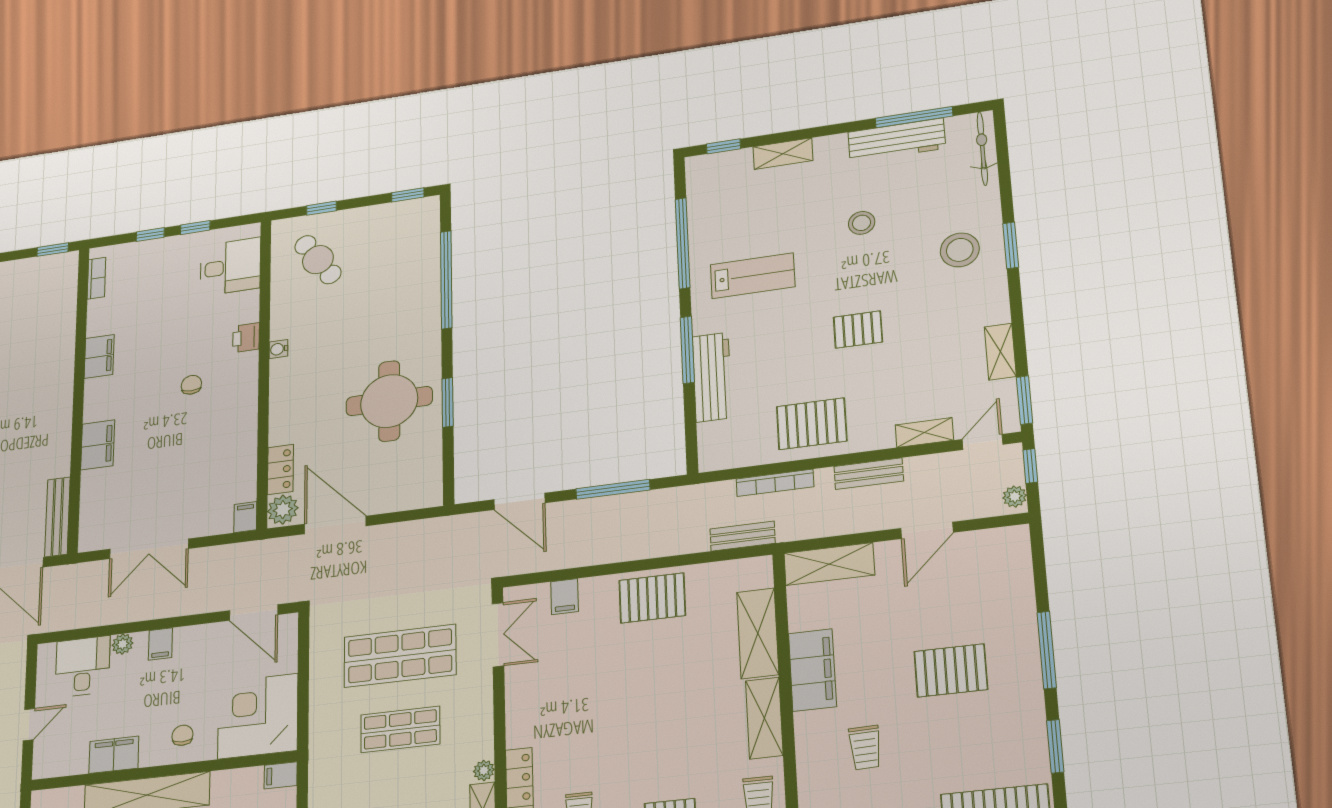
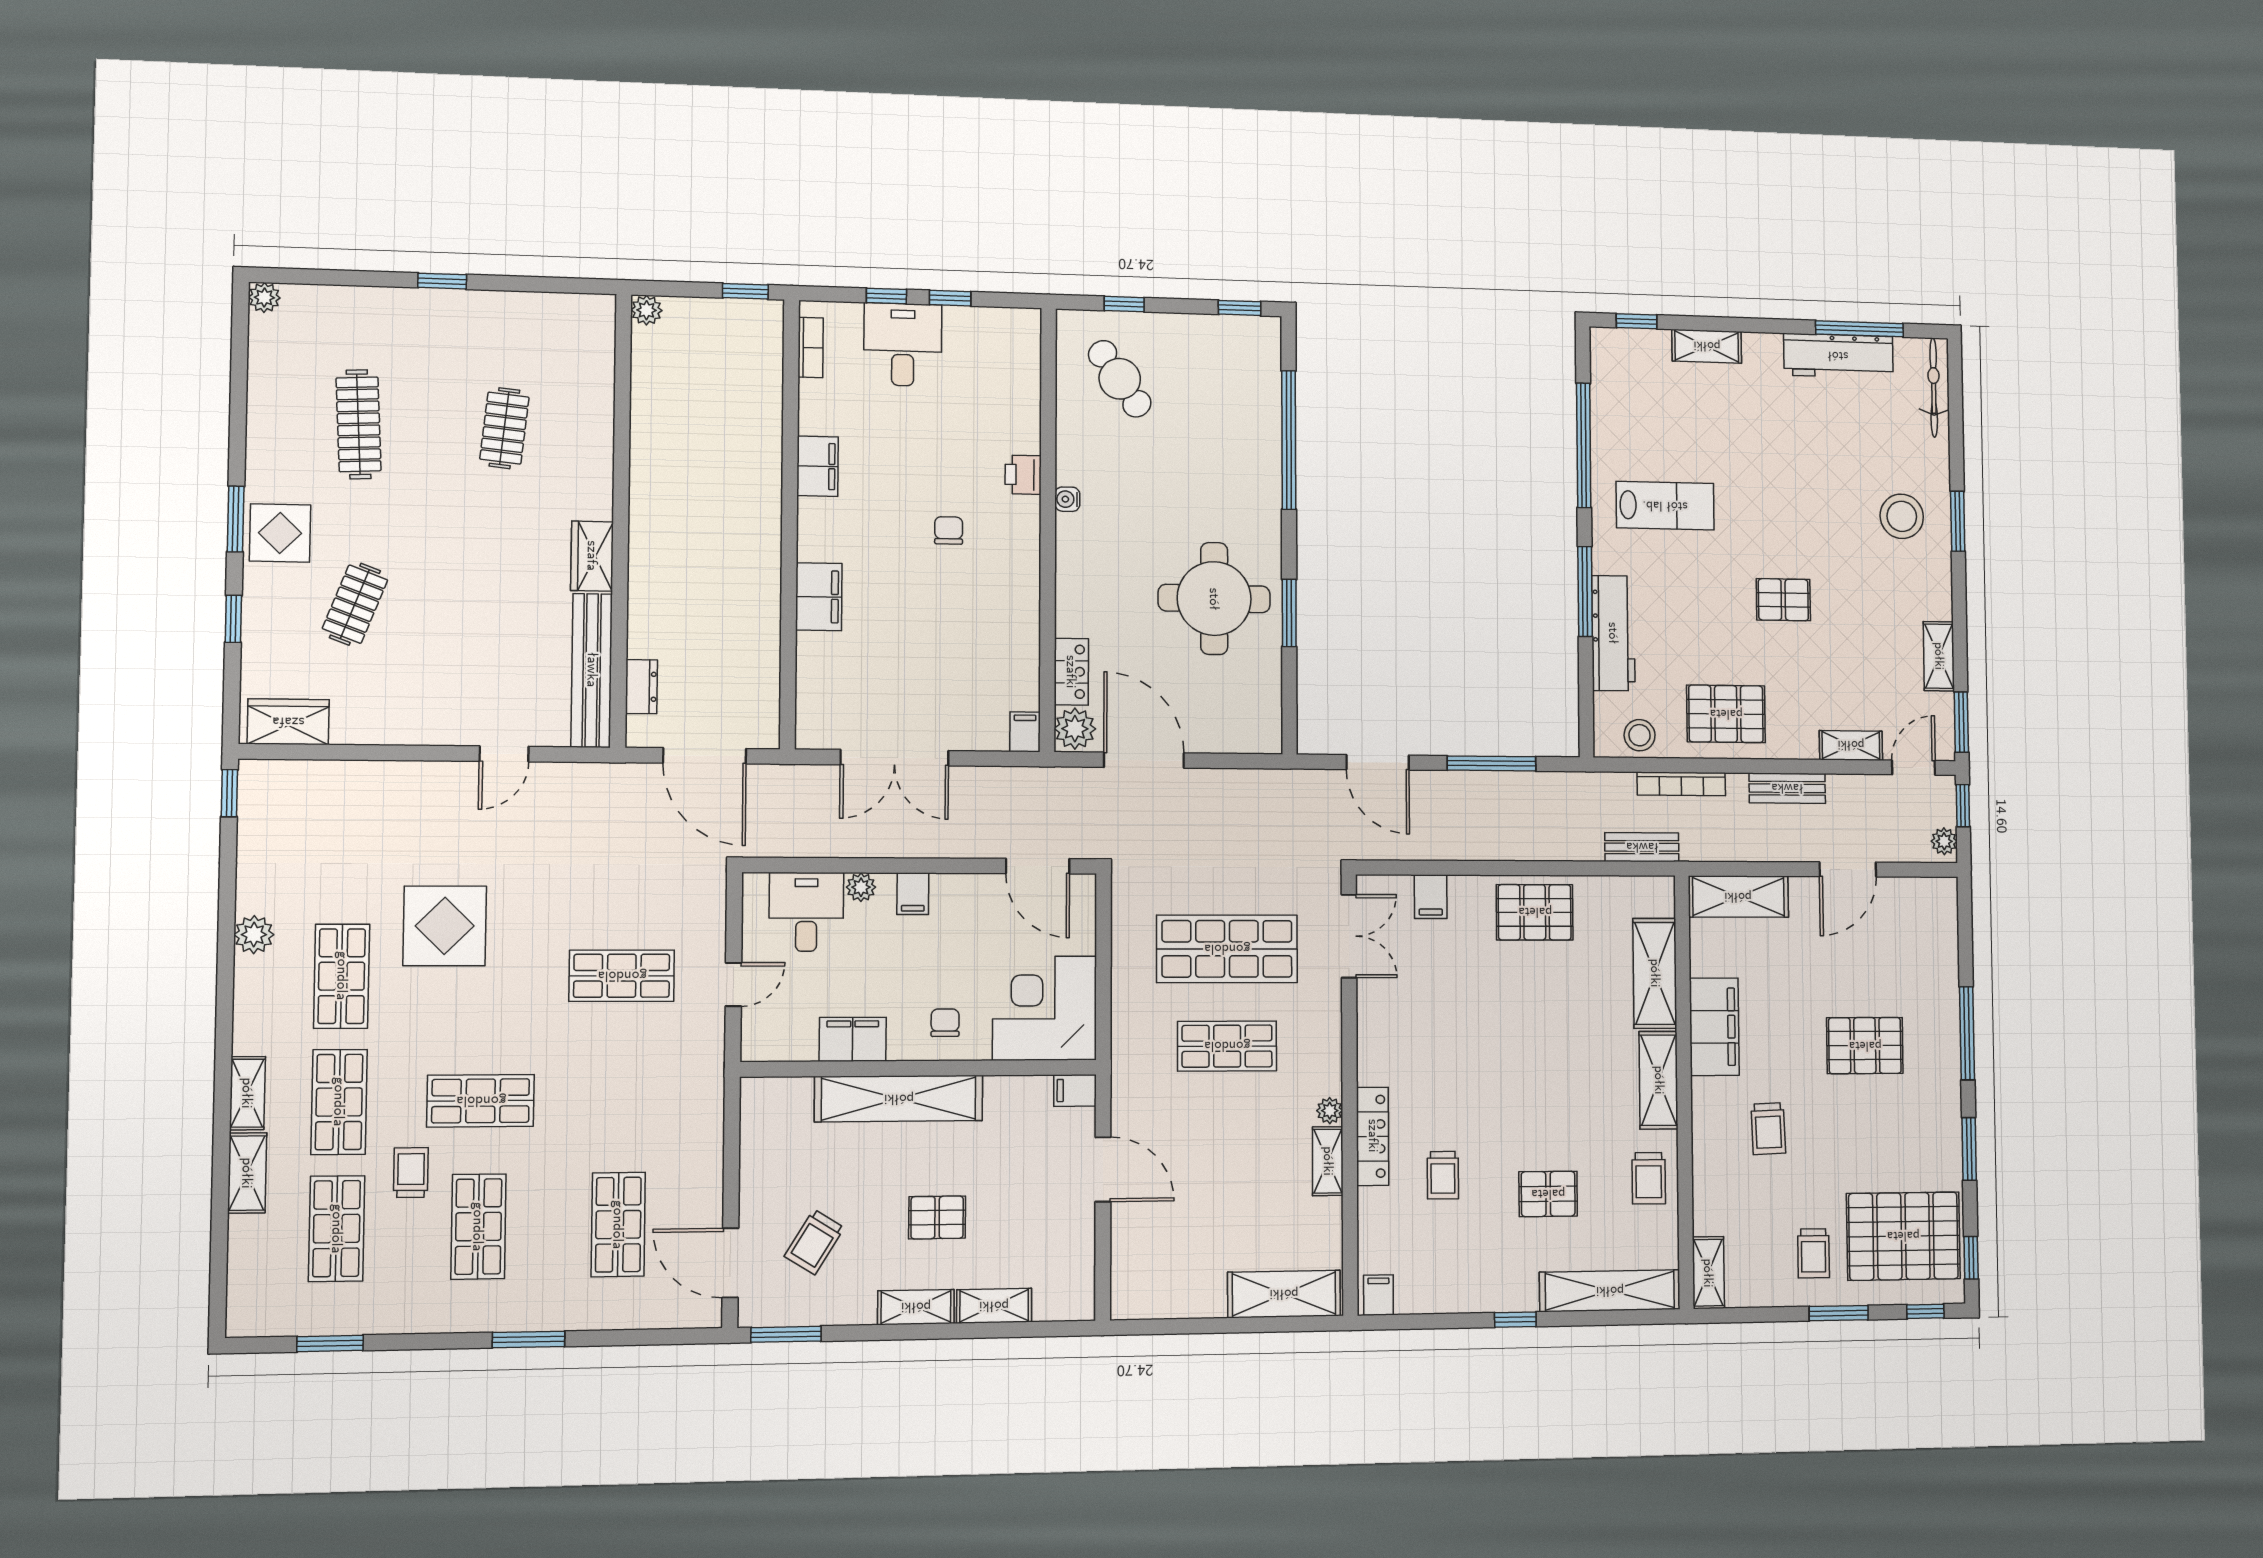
stool: (862, 223) -> (1640, 735), moved
desk: (230, 267) -> (903, 345), moved, turned -90
bench: (57, 517) -> (765, 693), removed

